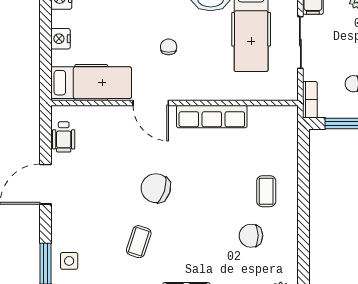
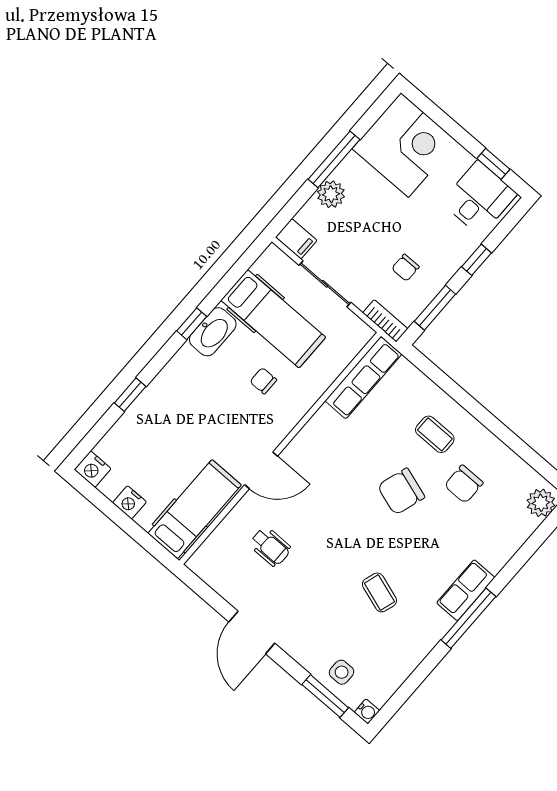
chair: (169, 47) -> (263, 381), moved
row of seats: (212, 117) -> (363, 378), moved
wheelchair: (64, 137) -> (270, 547), moved
chair: (156, 188) -> (401, 491), moved

